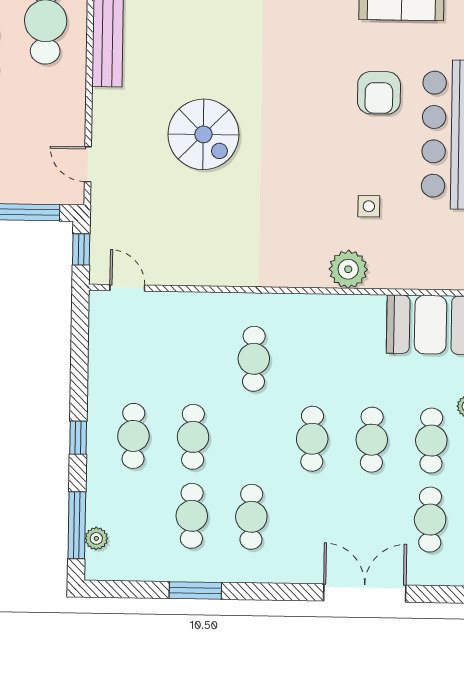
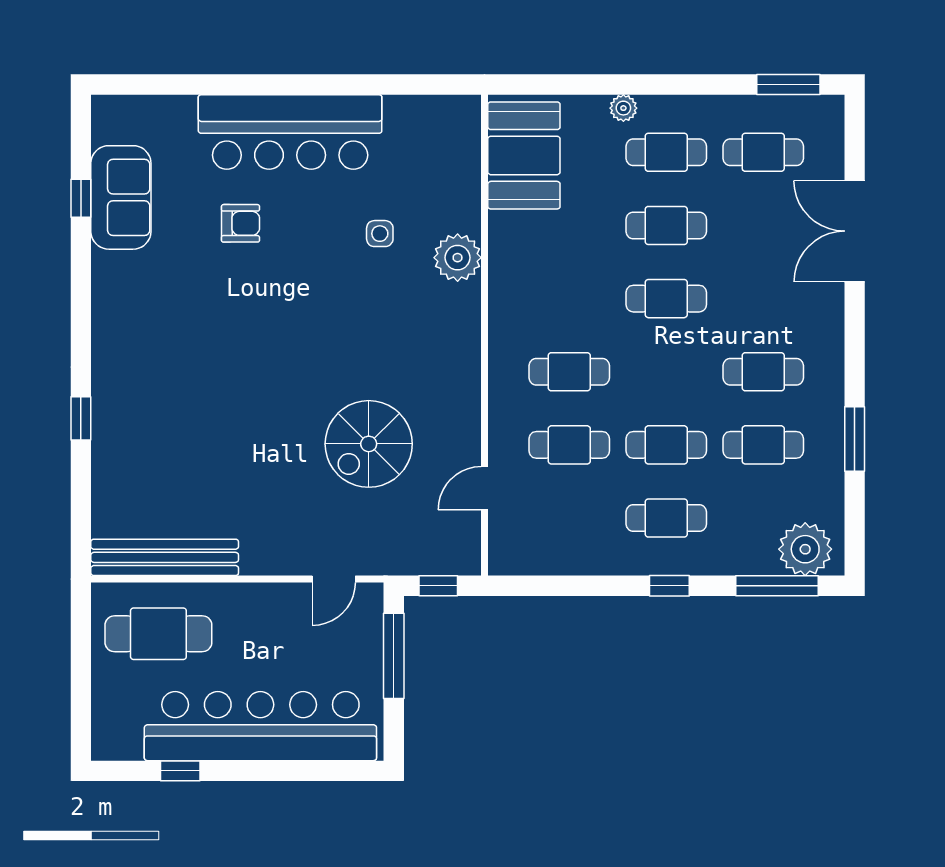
armchair: (379, 93) -> (240, 223), width x0.72, depth x0.72
spiral stairs: (203, 134) -> (369, 444), moved, turned 180
door: (127, 288) -> (485, 488), moved
cafe table: (194, 358) -> (569, 445), added
plant: (96, 538) -> (805, 549), width x1.88, depth x1.88

